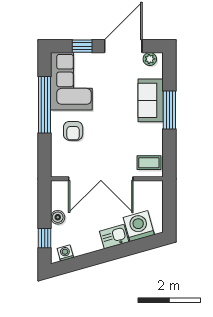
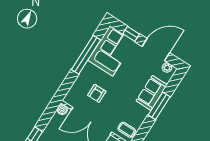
armchair: (73, 131) -> (97, 93), moved
boiler: (58, 217) -> (62, 110), moved

